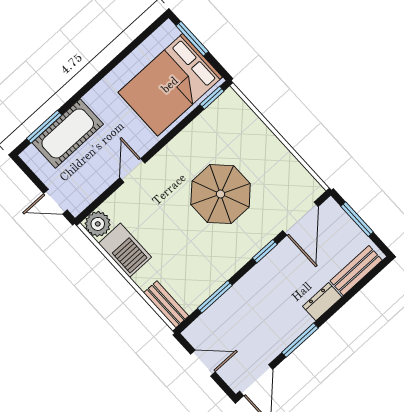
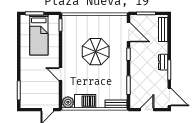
bed: (170, 85) -> (39, 35), width x0.67
cot: (68, 133) -> (28, 85), removed
dresser: (322, 302) -> (163, 62), moved

